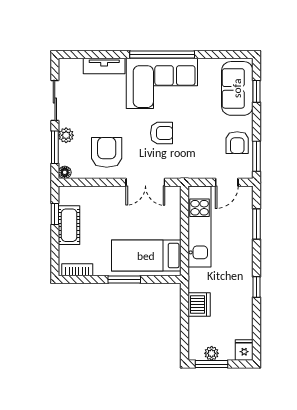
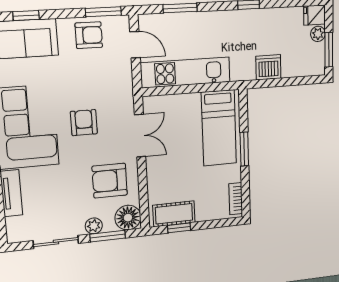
floor lamp: (65, 172) -> (128, 218), width x1.89, depth x1.89
cot: (69, 225) -> (174, 214), moved
plant: (212, 353) -> (318, 34), moved

